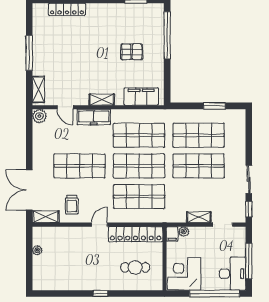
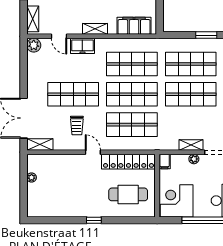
freezer: (94, 117) -> (82, 46), width x0.71
trolley: (72, 205) -> (77, 125), moved
door: (99, 225) -> (93, 152), hinge flipped
plant: (184, 231) -> (194, 159), moved
cafe table: (135, 267) -> (128, 194), width x1.37, depth x1.35

